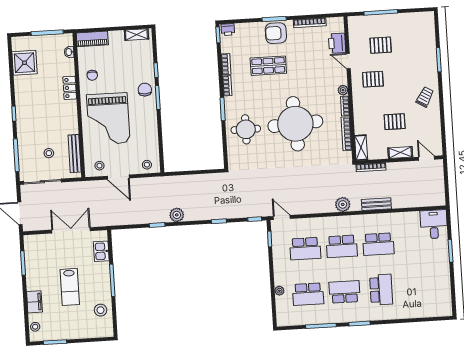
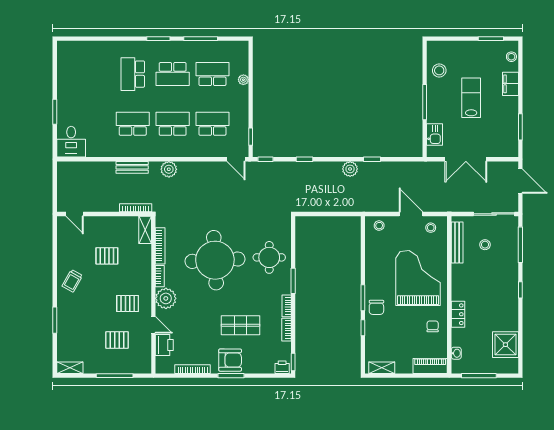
plant: (343, 90) -> (166, 298), width x1.87, depth x1.87
shelving: (400, 153) -> (70, 368), moved

